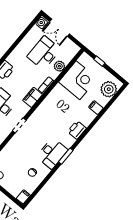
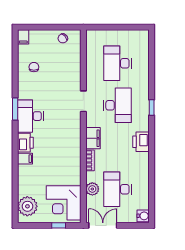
double door: (60, 28) -> (103, 225), moved
desk: (44, 53) -> (117, 189), turned 180
corner desk: (78, 80) -> (64, 203), moved
filing cabinet: (96, 108) -> (25, 159), moved
desk: (52, 153) -> (30, 116), moved

